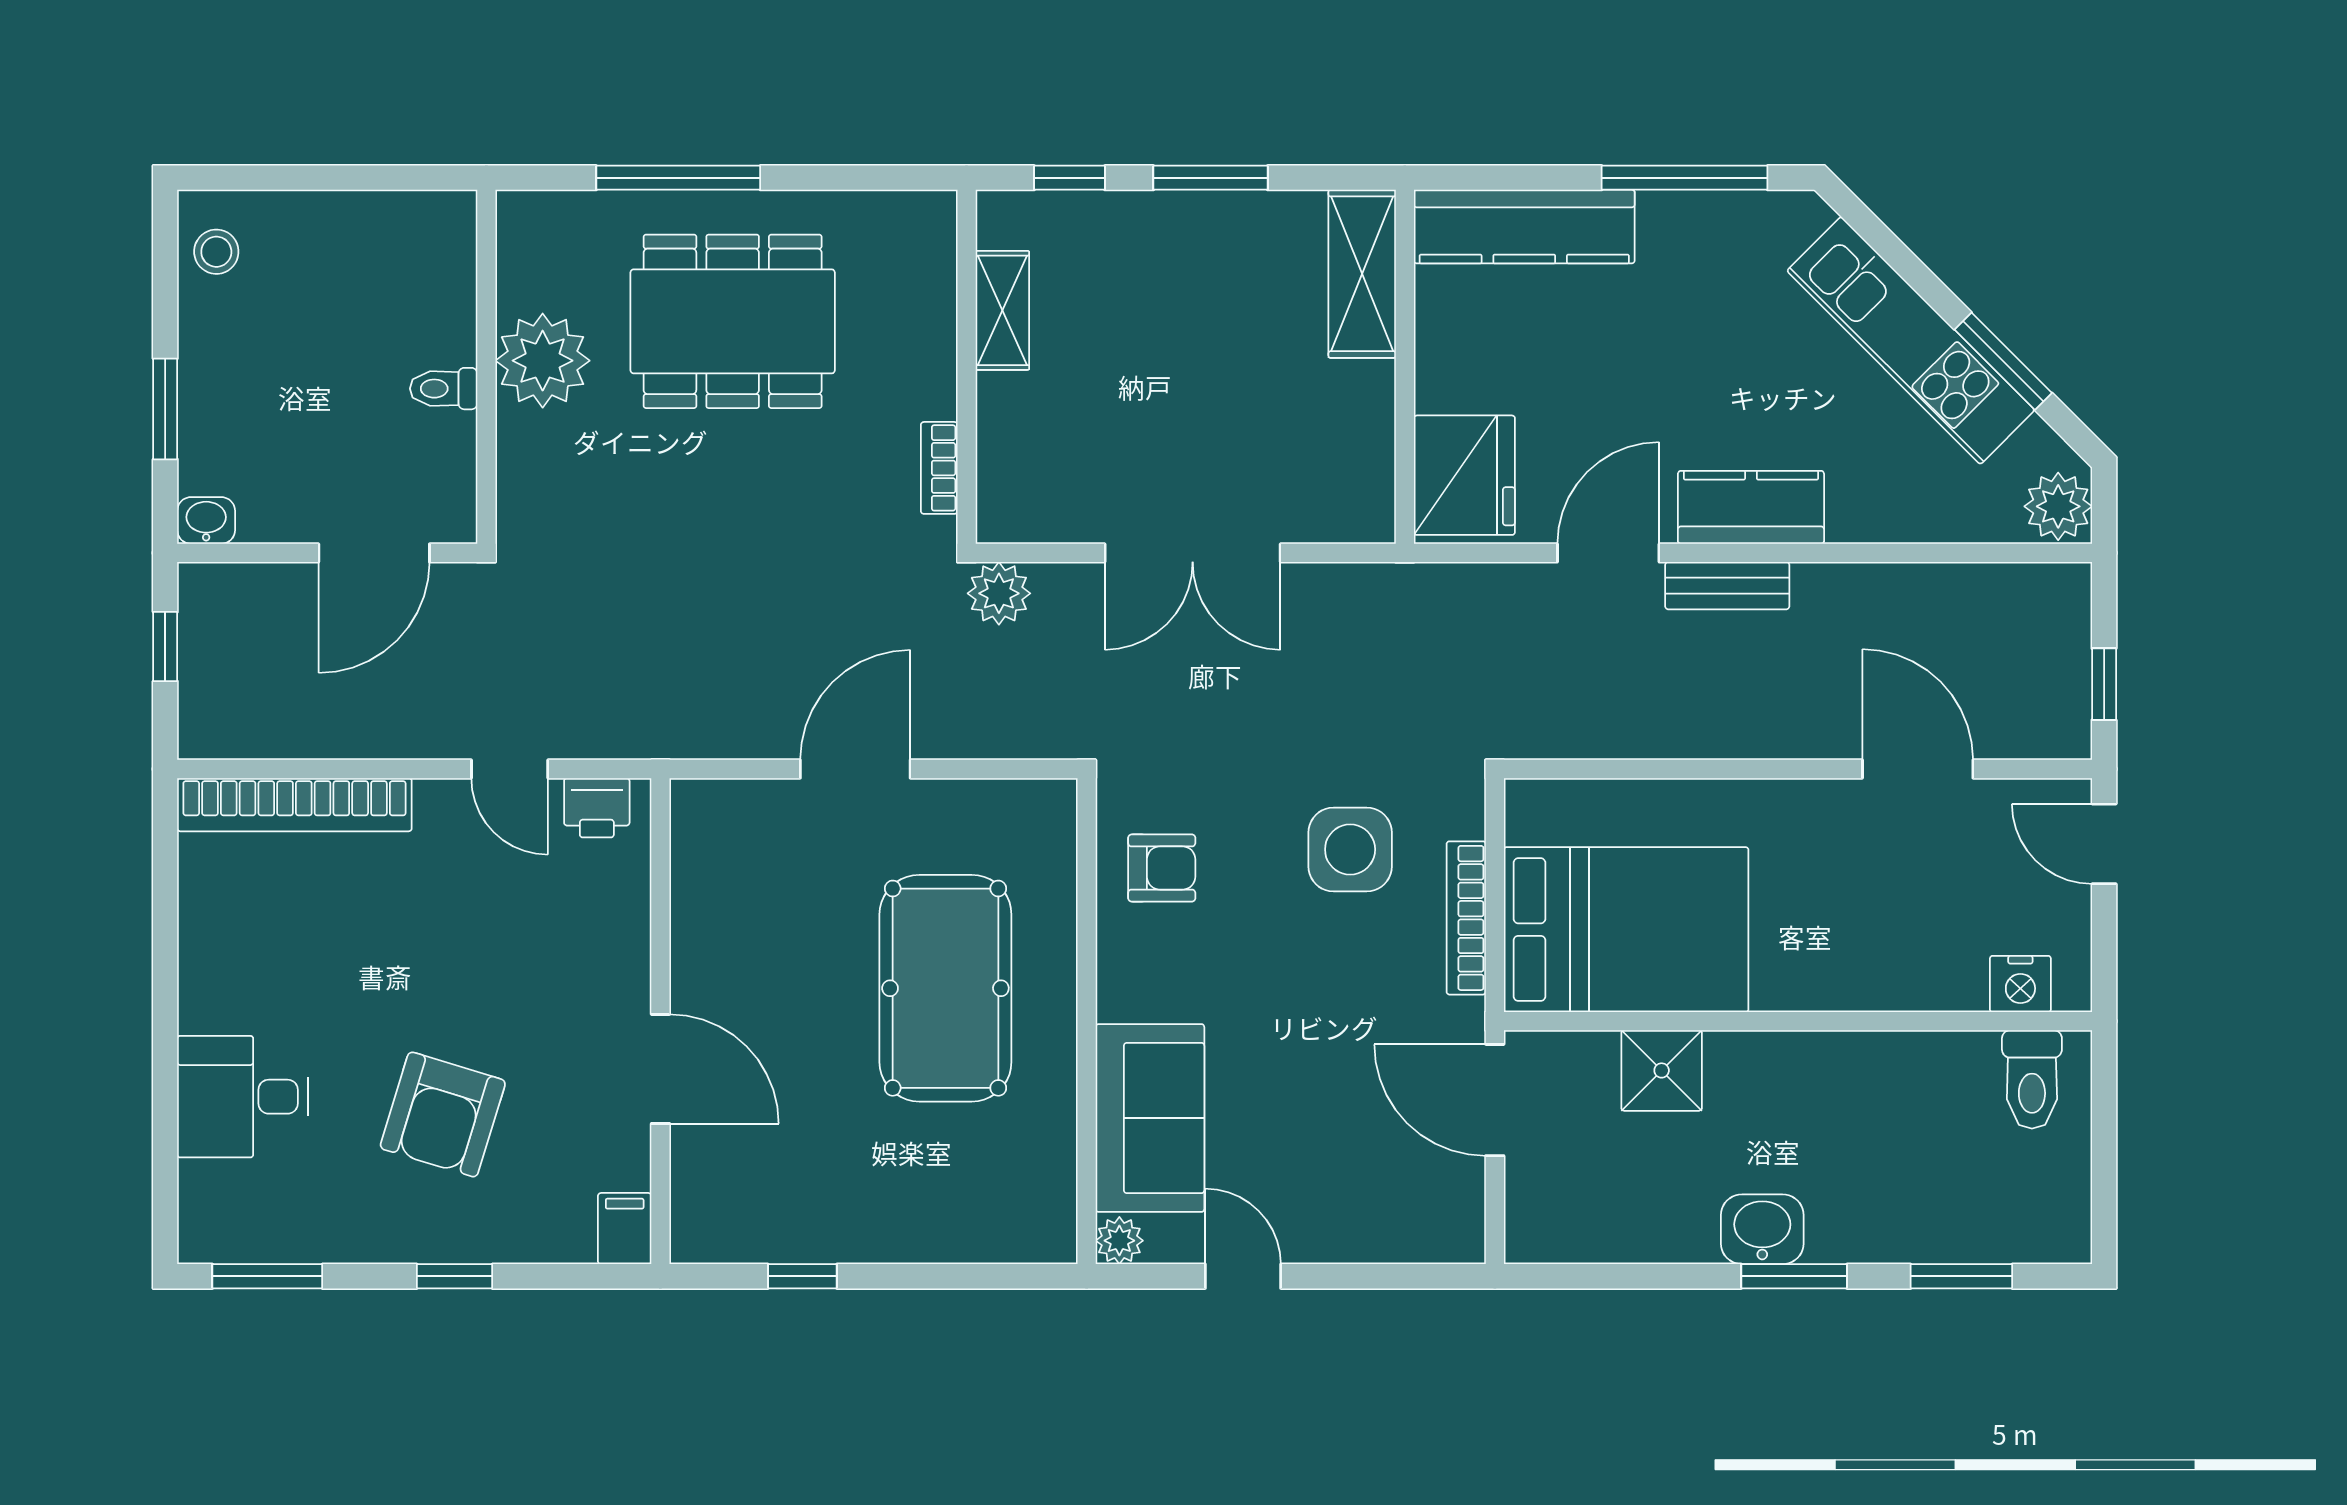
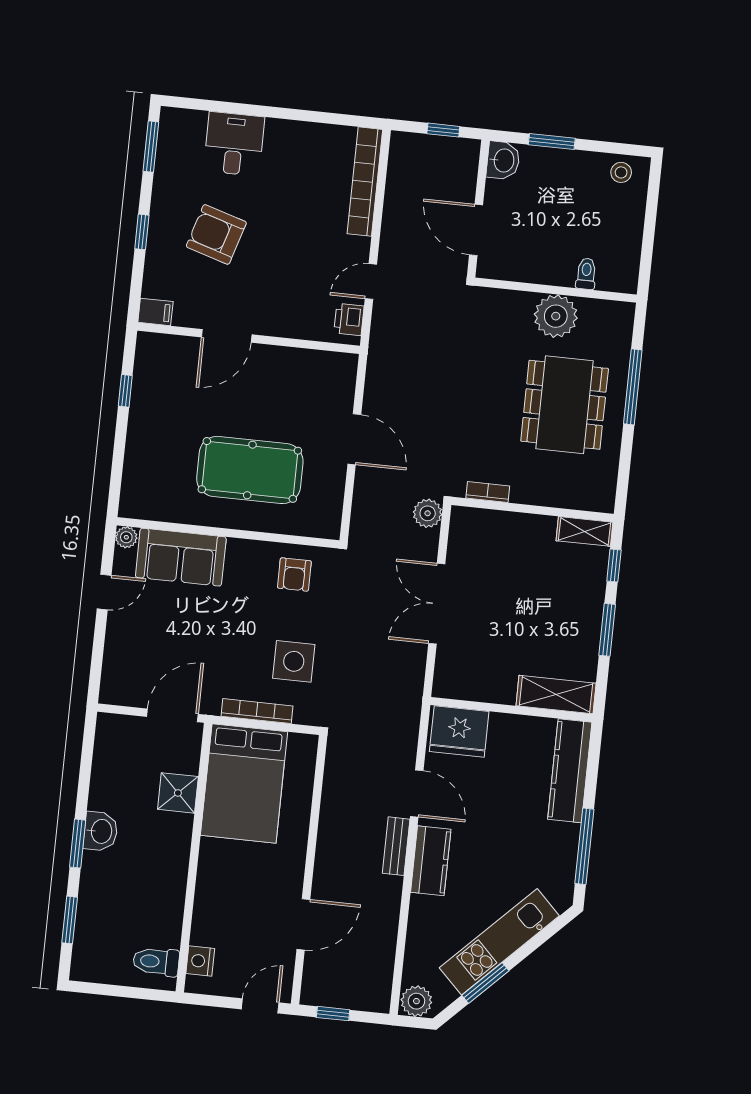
shelving: (1002, 310) -> (584, 531), moved
toilet: (444, 389) -> (586, 274), moved
washbasin: (206, 520) -> (503, 160), width x1.38, depth x1.45

